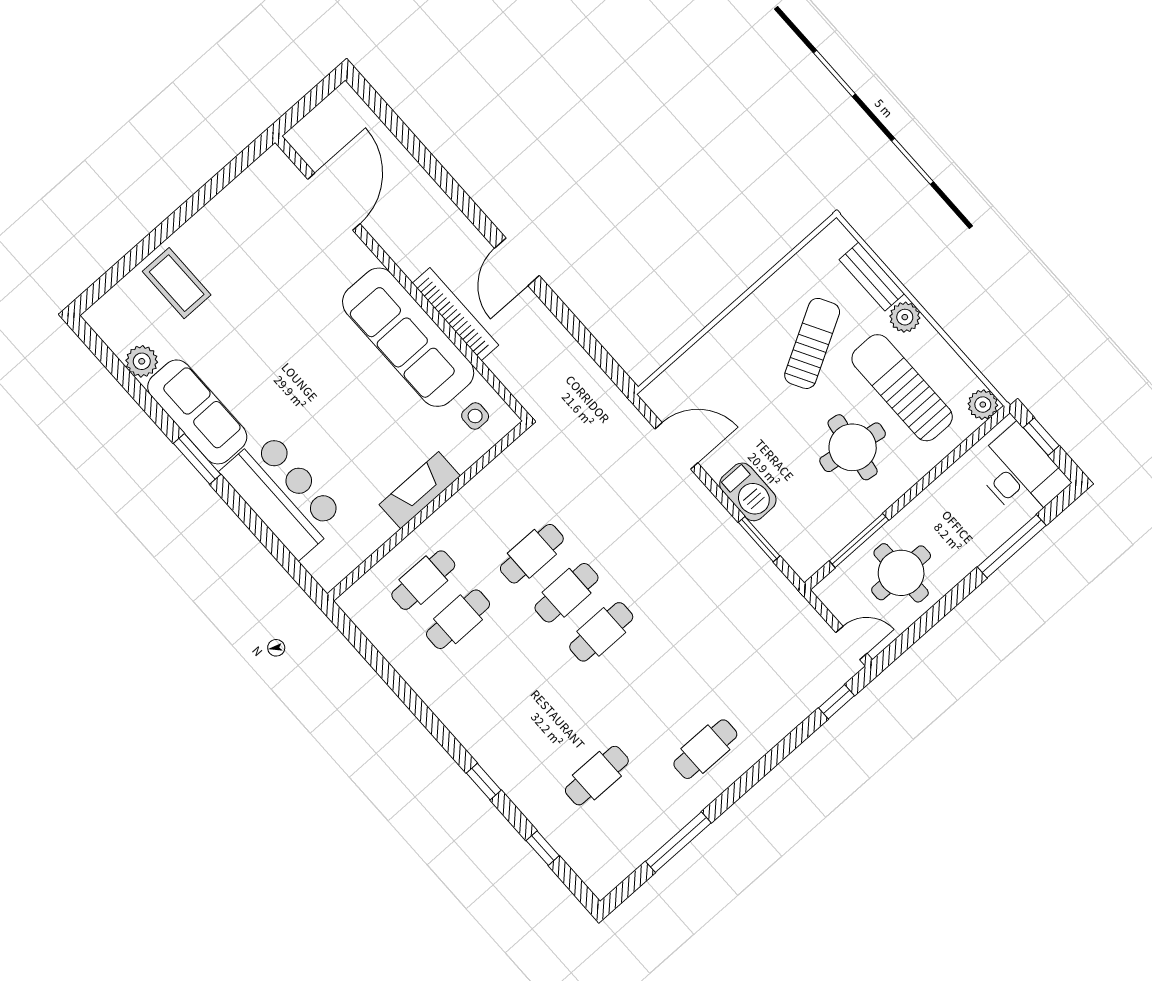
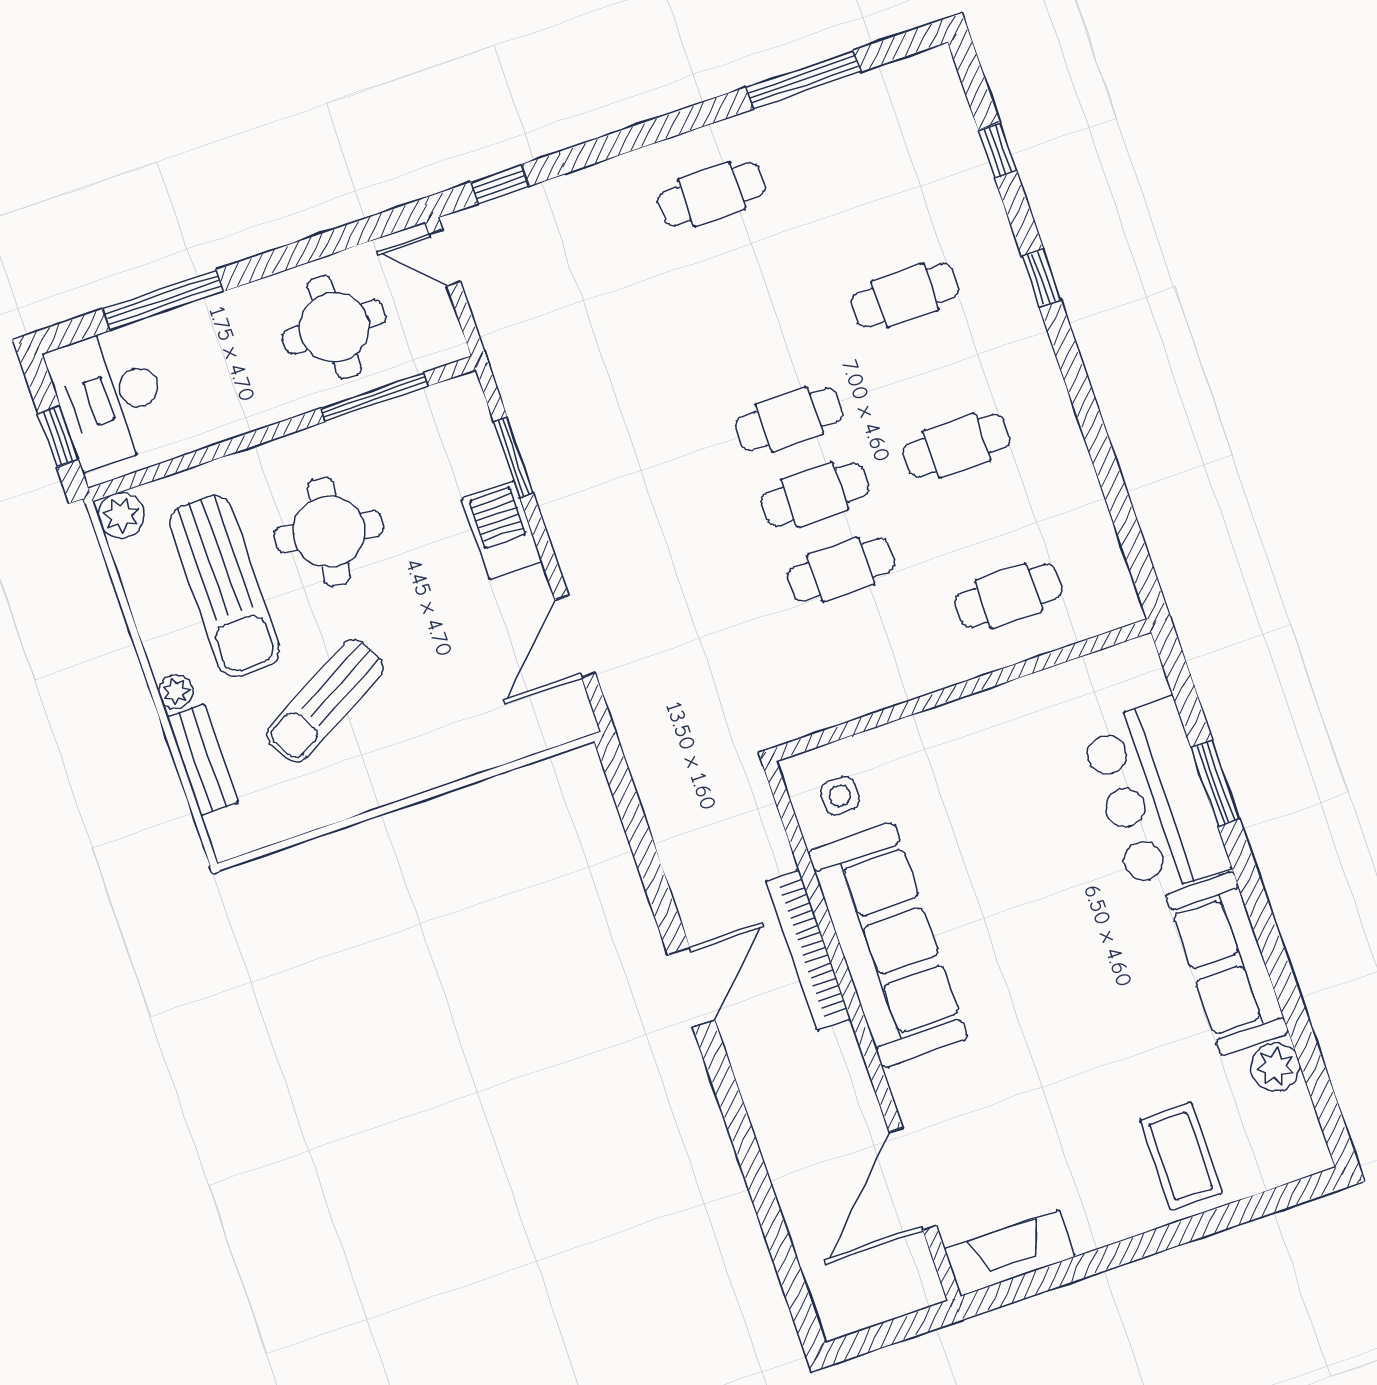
plant: (905, 317) -> (176, 692), width x0.73, depth x0.73
door: (676, 446) -> (575, 636), hinge flipped
window: (197, 459) -> (1215, 783), moved
fireplace: (420, 490) -> (1010, 1253), moved, turned 180
cafe table: (458, 619) -> (957, 446), moved
cafe table: (597, 776) -> (905, 295), moved

